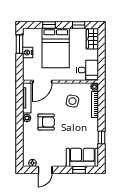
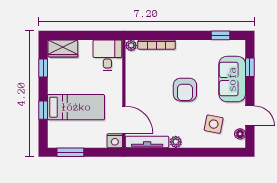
bed: (56, 48) -> (76, 107), width x0.67
nightstand: (28, 52) -> (115, 141), moved
side table: (72, 101) -> (214, 124), moved
armchair: (46, 122) -> (185, 90), moved, turned 180
window: (101, 137) -> (221, 35), moved
sofa: (82, 157) -> (232, 79), moved

